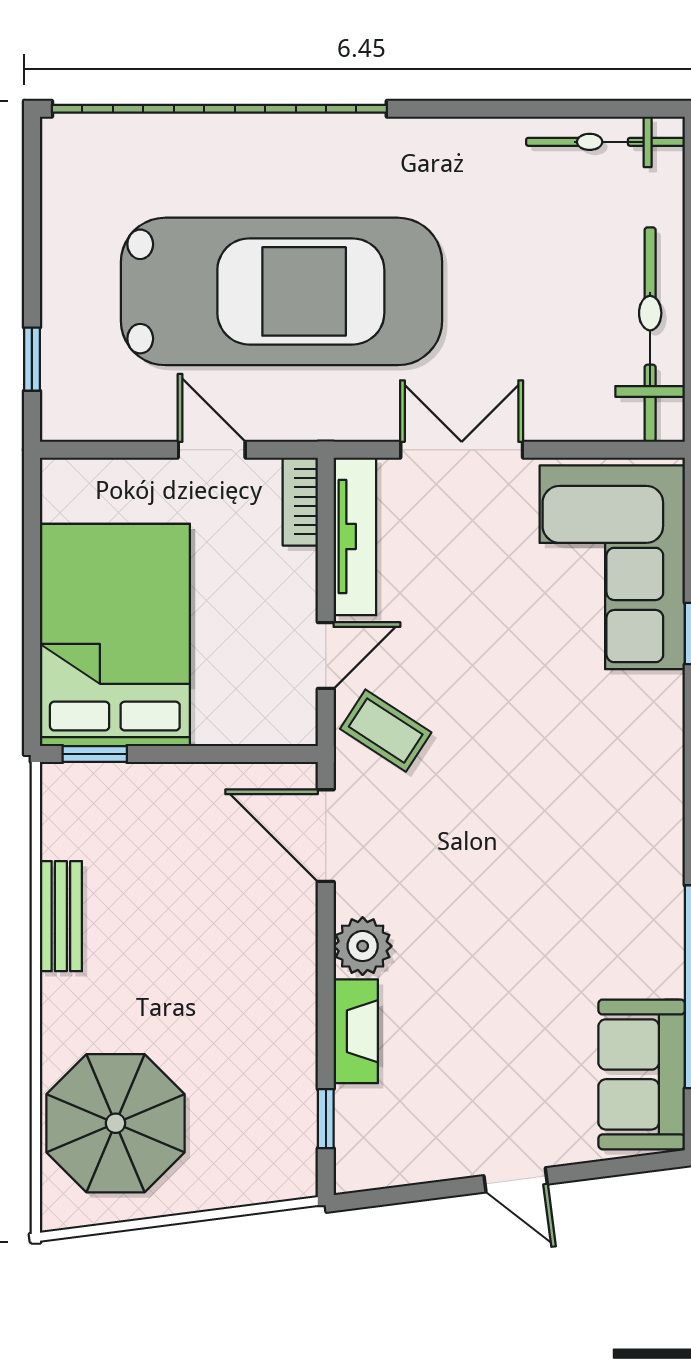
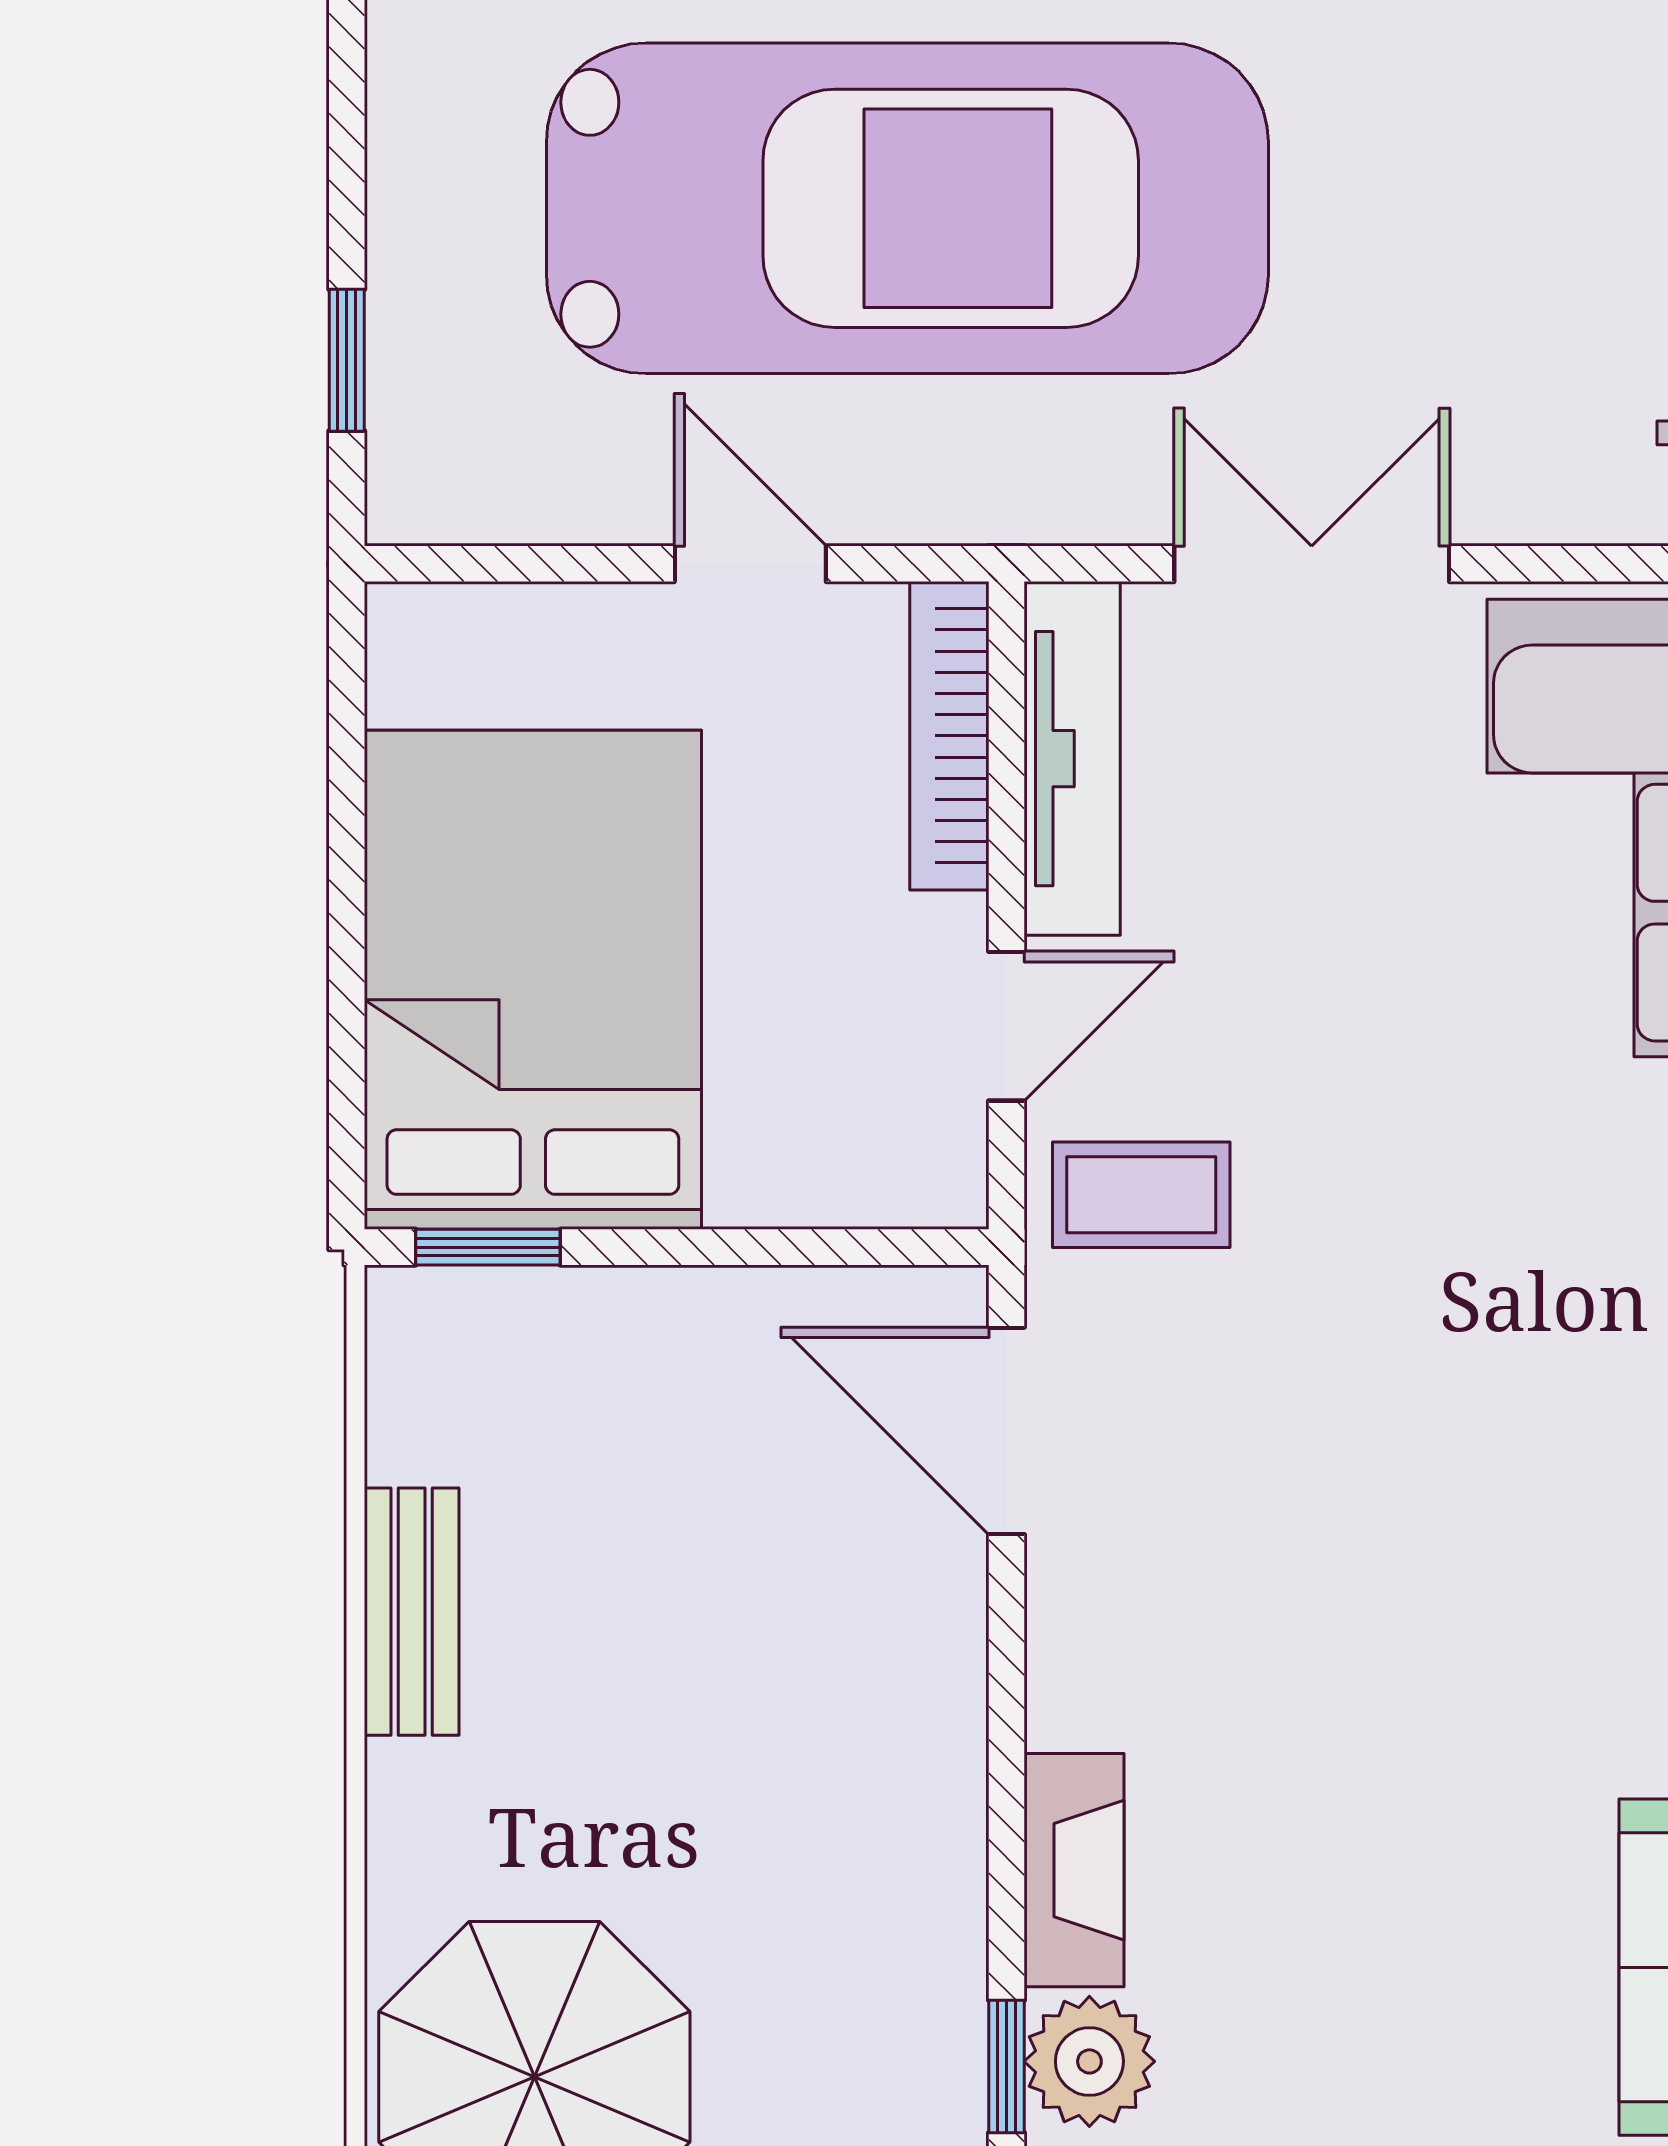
bookcase: (300, 502) -> (949, 736), width x1.56
coffee table: (386, 731) -> (1141, 1195), turned -33
plant: (363, 946) -> (1089, 2061), moved

